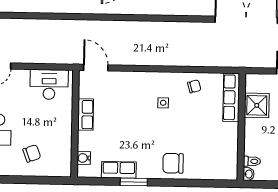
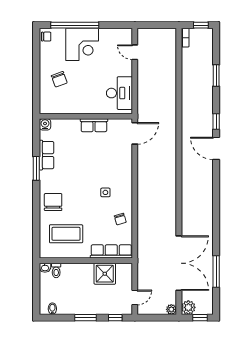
coffee table: (210, 149) -> (66, 234), added
water cooler: (84, 158) -> (45, 124), moved

